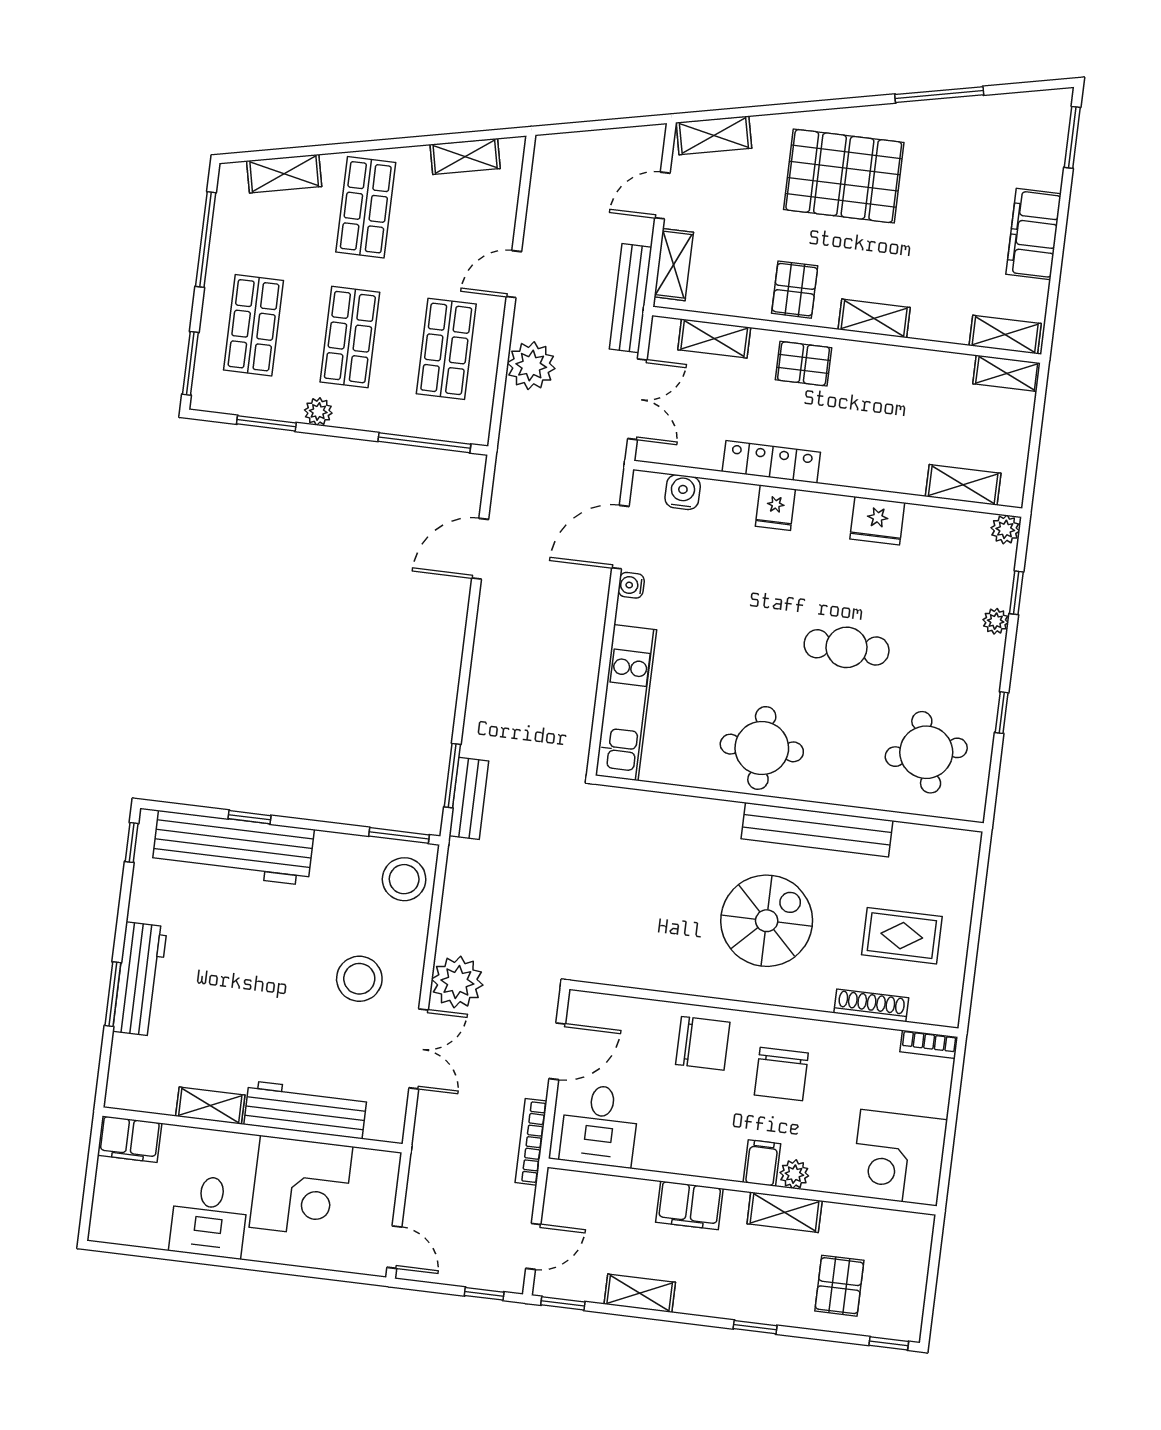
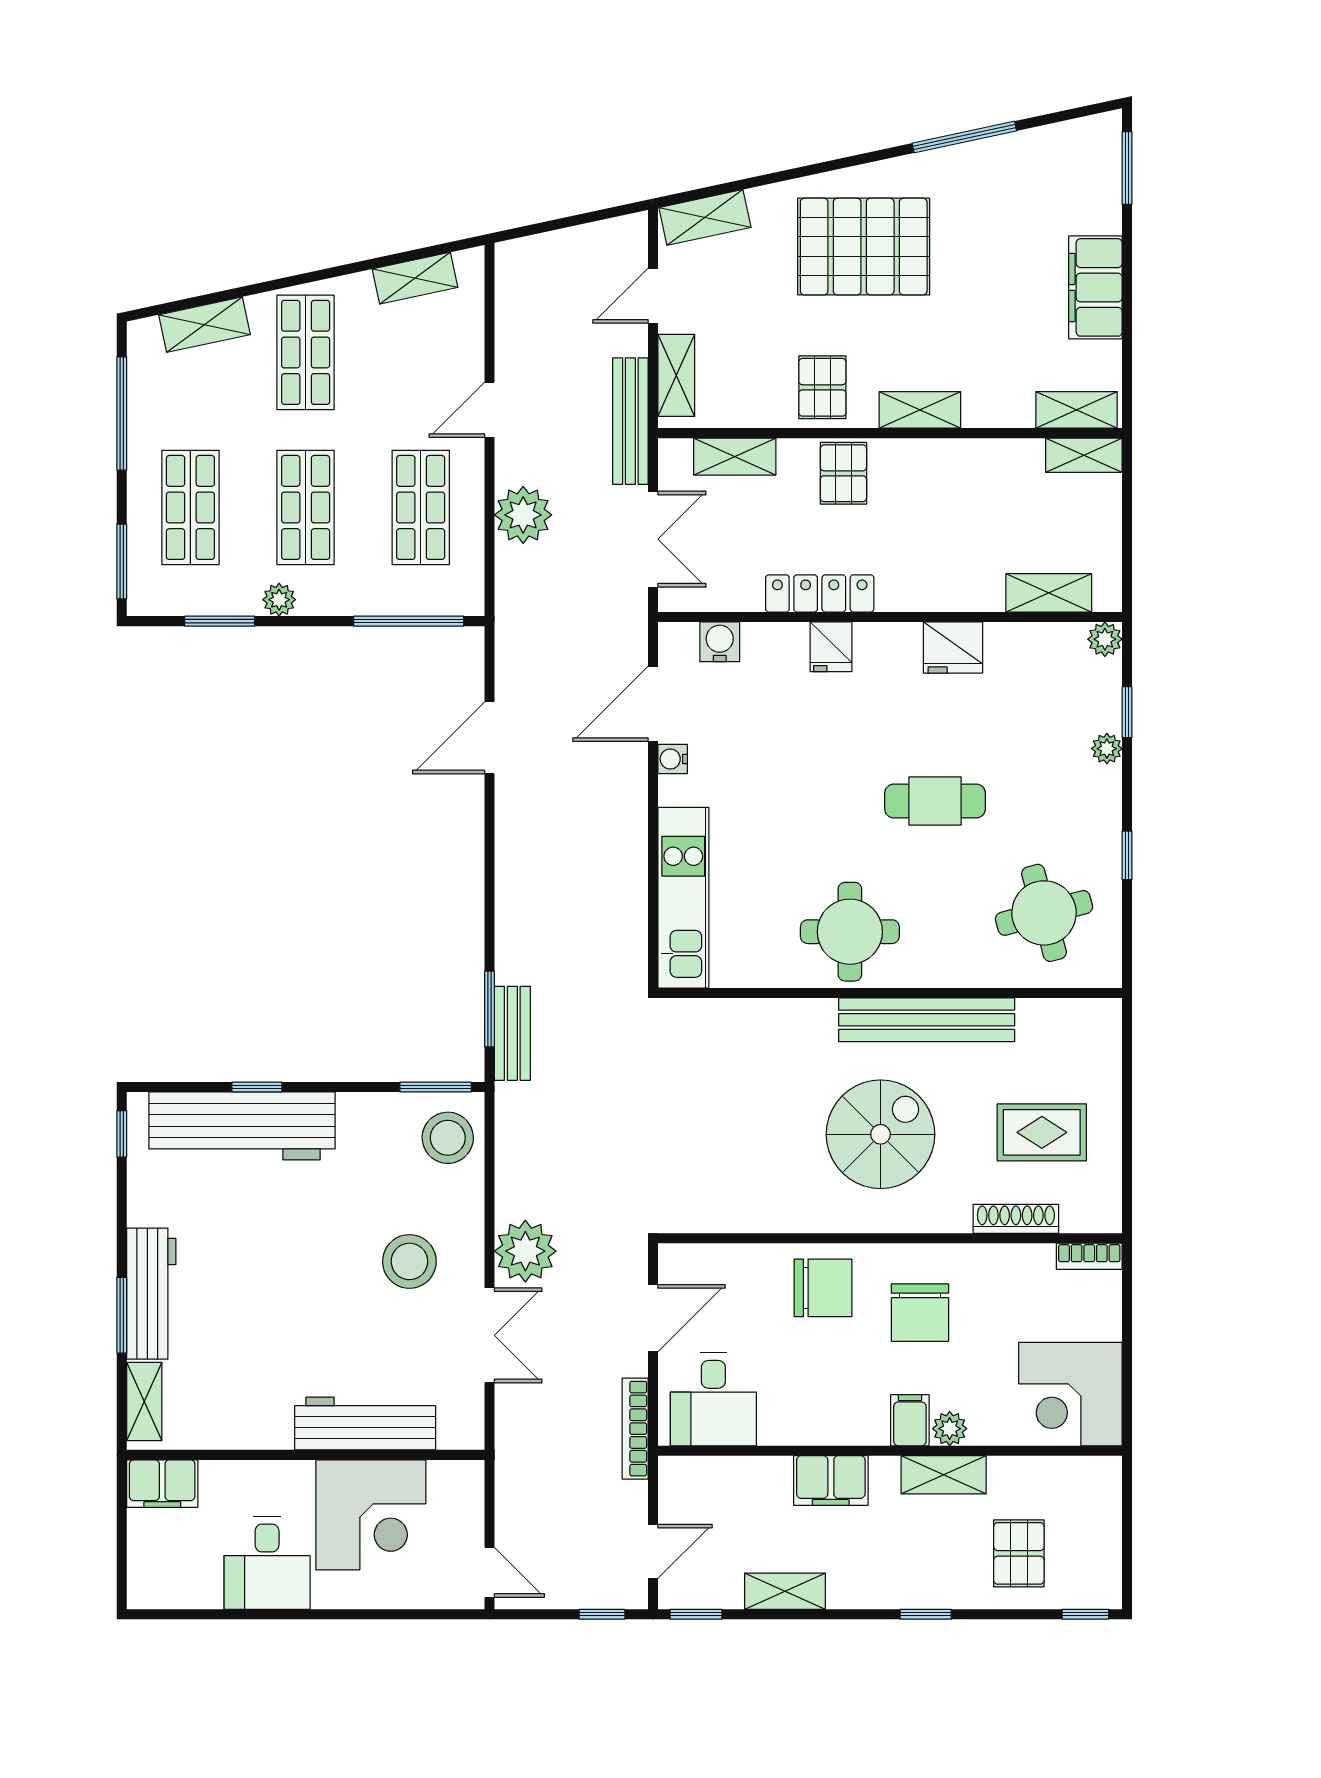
pallet: (803, 364) -> (843, 473), turned 90
shelving: (210, 1106) -> (144, 1402), moved, turned 90

